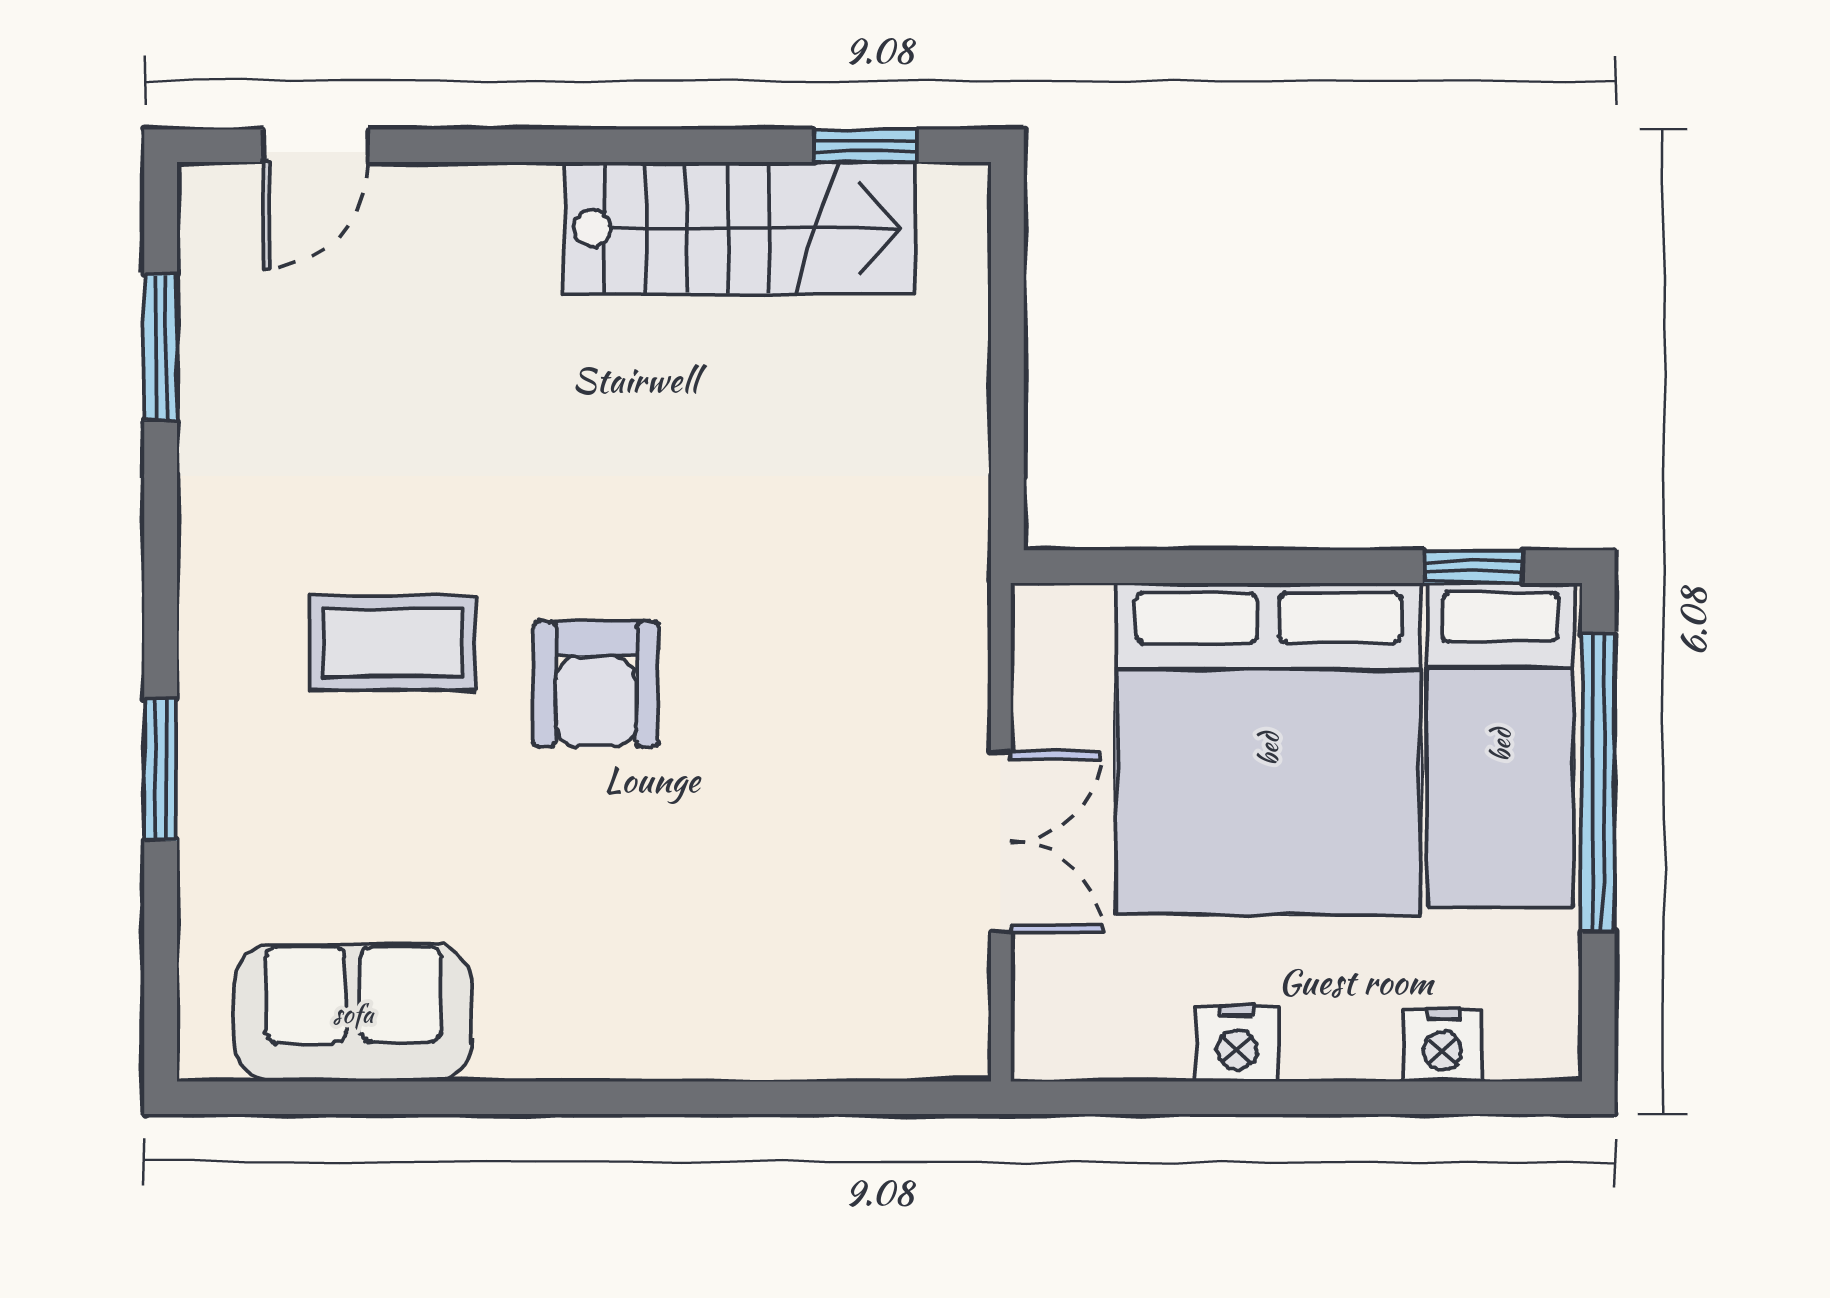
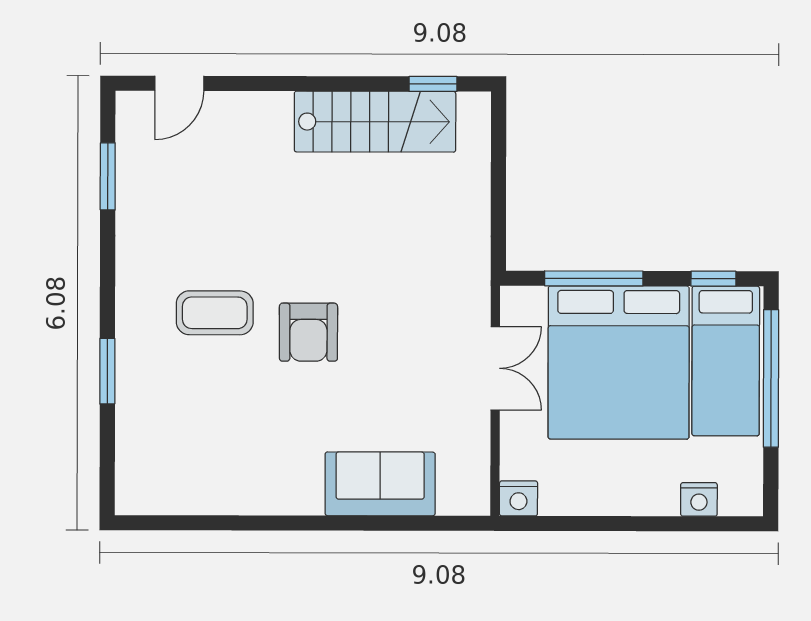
window: (1214, 567) -> (594, 278), added
double door: (1001, 842) -> (495, 368), moved
sofa: (353, 1013) -> (380, 484), moved
nightstand: (1237, 1044) -> (518, 498), moved

